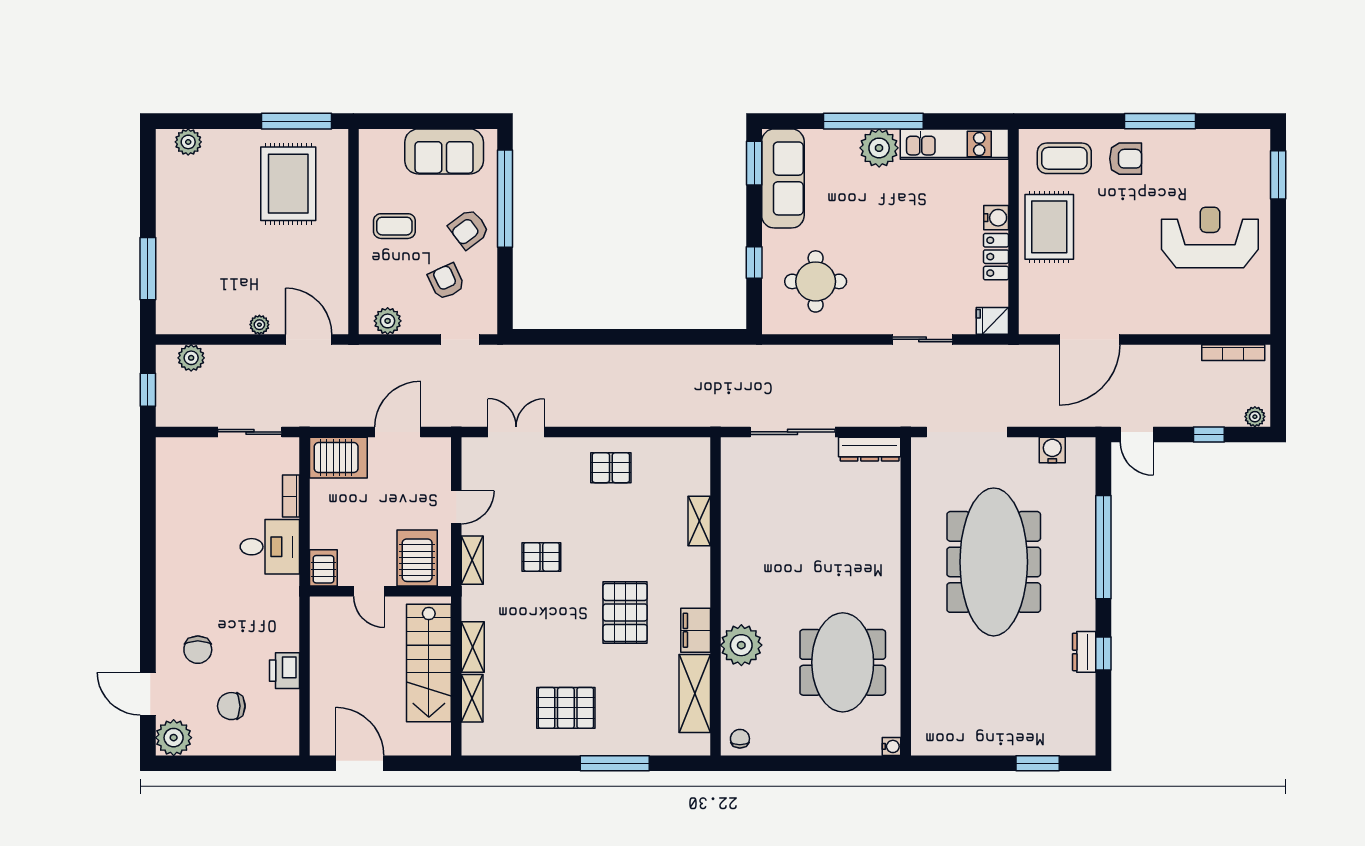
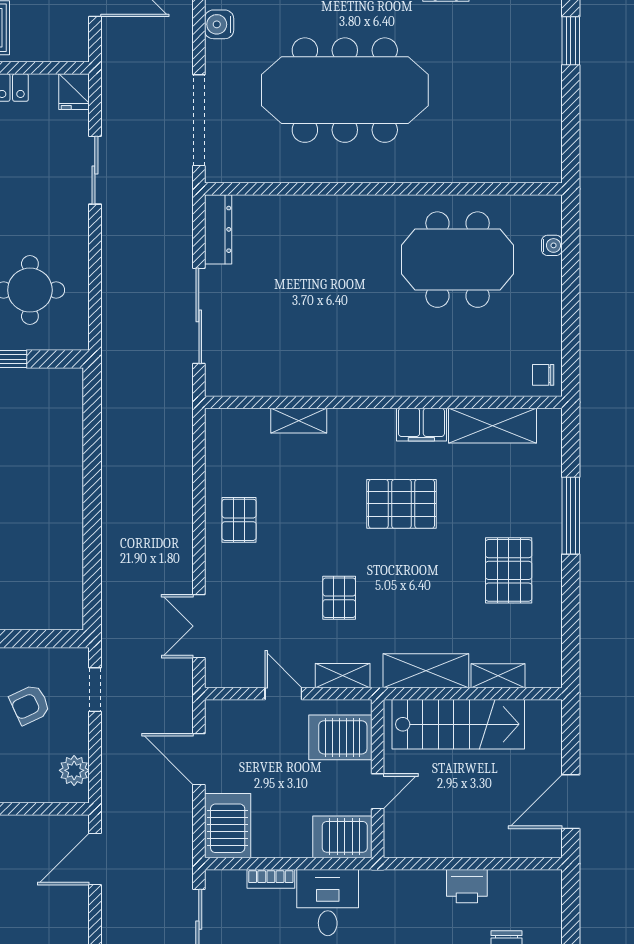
plant: (259, 325) -> (78, 914), removed
server rack: (323, 568) -> (342, 837), width x1.36, depth x1.44
plant: (741, 645) -> (438, 373), removed
shelving: (473, 647) -> (426, 671), width x1.50, depth x1.33
water cooler: (891, 746) -> (552, 245), moved, turned 90

